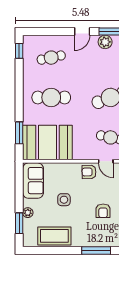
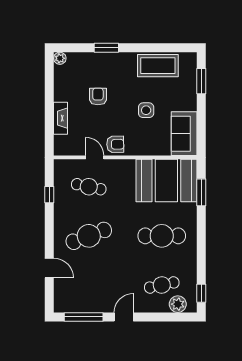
plant: (105, 42) -> (178, 304), moved
plant: (28, 213) -> (191, 94), removed
window: (96, 250) -> (106, 48), width x0.69

